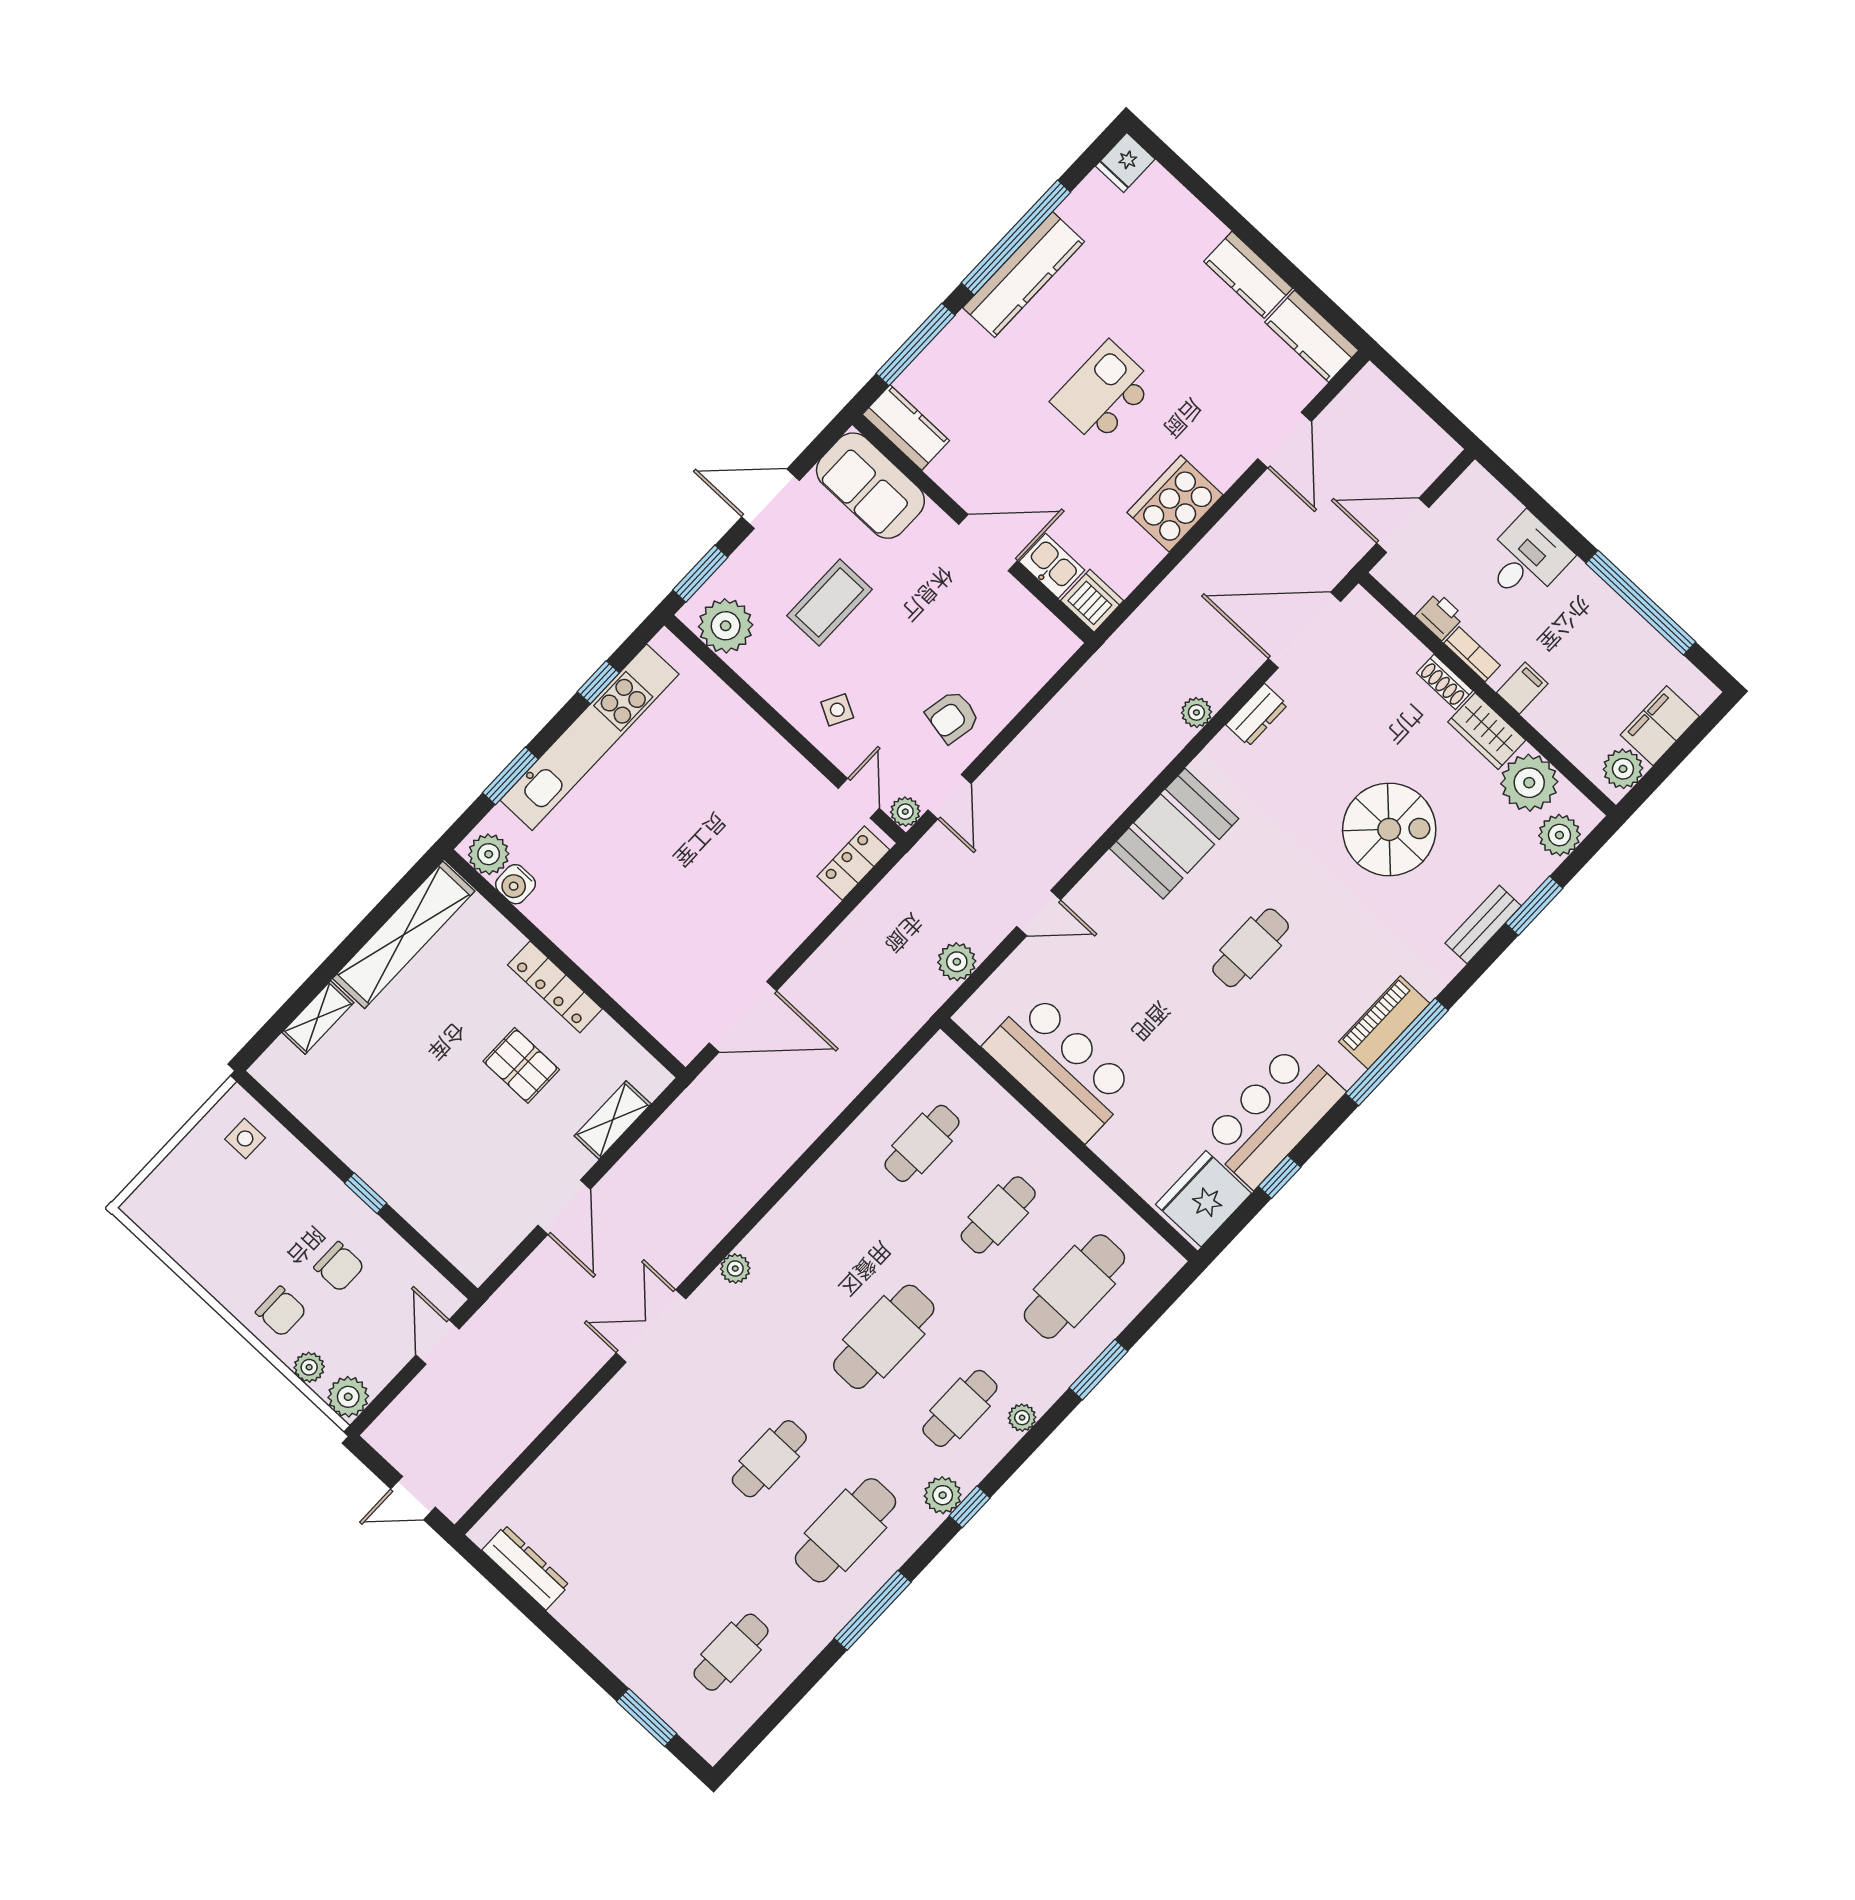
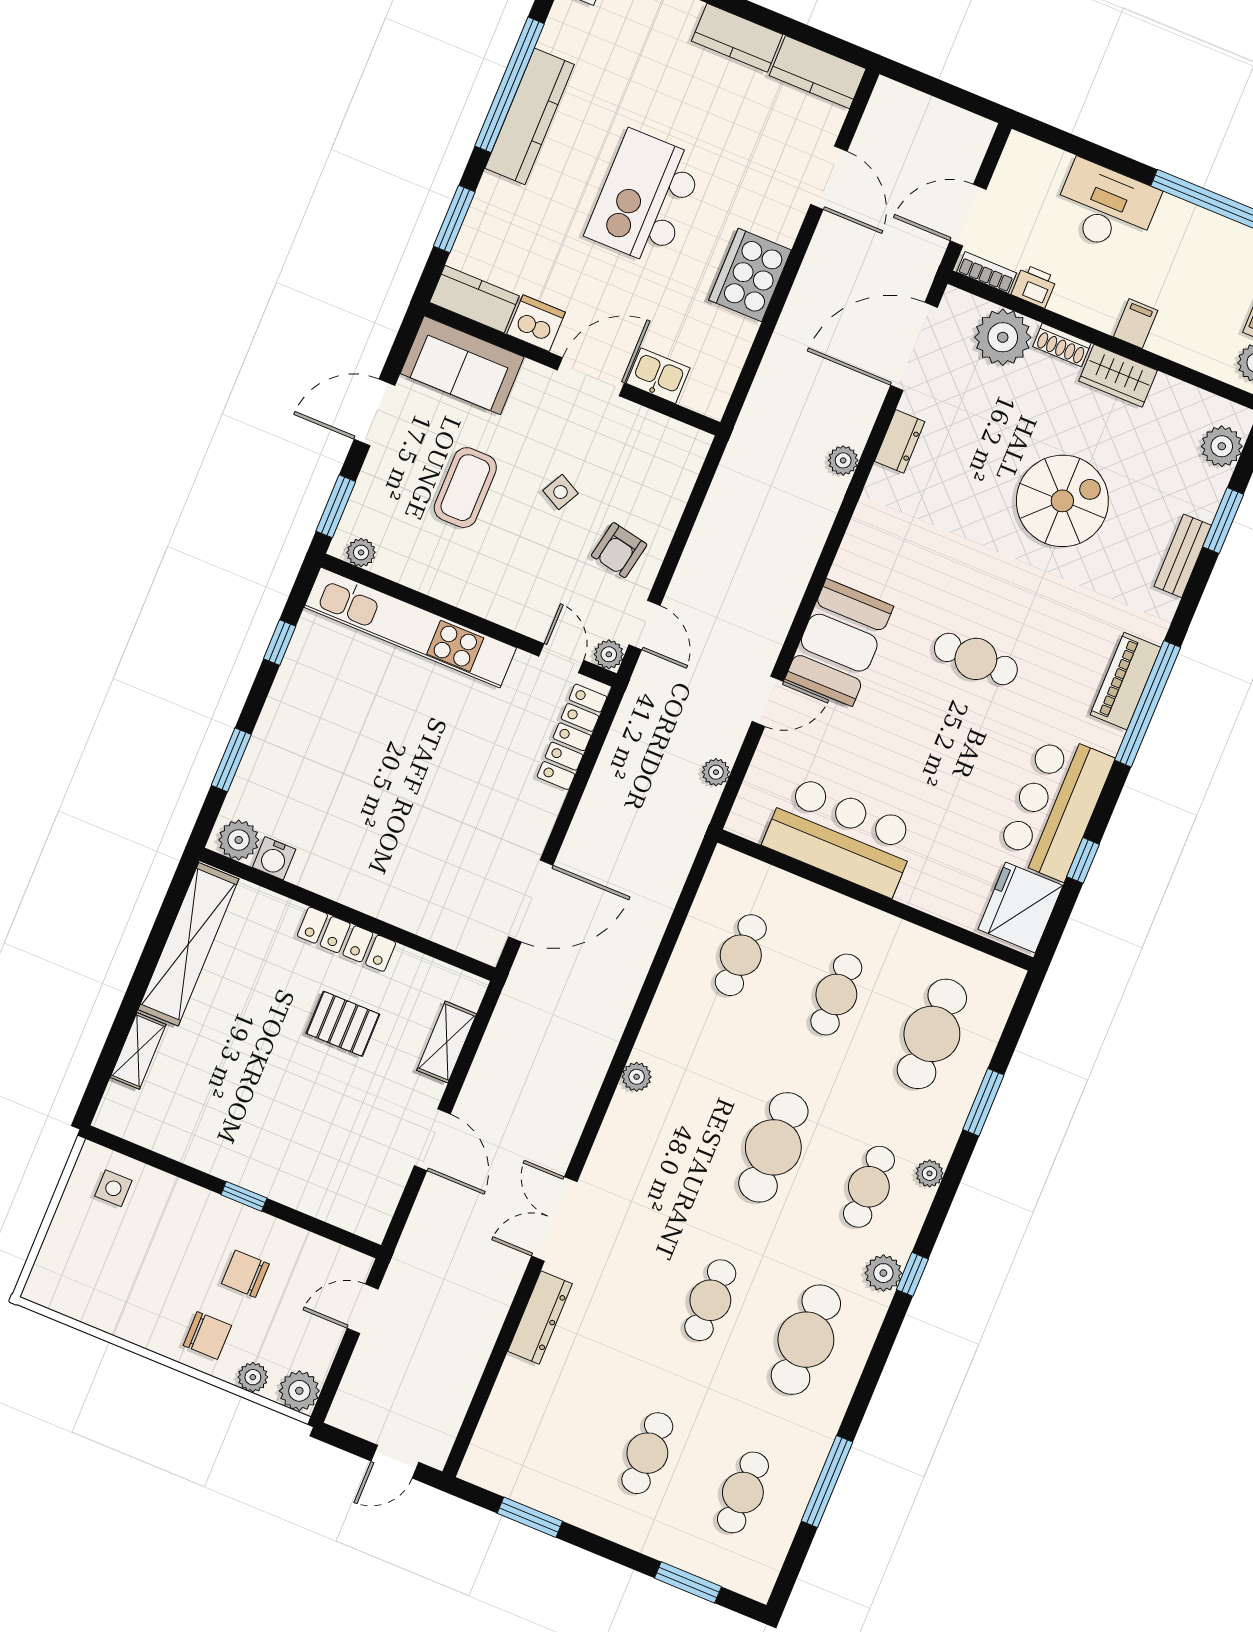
window: (915, 344) -> (454, 219), width x0.69
kitchen island: (1103, 393) -> (645, 197), width x1.37, depth x1.28
desk: (1526, 559) -> (1106, 207), width x1.37
dishwasher: (1092, 601) -> (536, 323), moved
plant: (726, 626) -> (361, 552), width x0.53, depth x0.53
bookcase: (1472, 654) -> (987, 272), moved
side table: (837, 710) -> (560, 492), moved
kitchen unit: (589, 737) -> (410, 627), moved, turned 90
plant: (1529, 783) -> (1003, 337), moved
booth: (1174, 834) -> (839, 643), moved
locker: (853, 863) -> (572, 737), width x1.53
cafe table: (1251, 948) -> (976, 659), turned 90
plant: (957, 962) -> (716, 772), width x0.73, depth x0.73
chair: (339, 1267) -> (245, 1274), turned 180
plant: (735, 1269) -> (637, 1077), moved
door: (438, 1342) -> (363, 1309), hinge flipped
dresser: (526, 1568) -> (540, 1318), moved, turned 90
cafe table: (655, 1581) -> (647, 1453), added
window: (521, 1599) -> (530, 1517), added
window: (872, 1610) -> (827, 1482), moved

